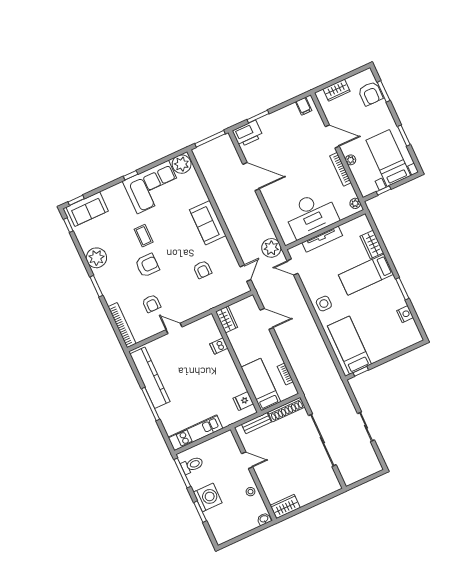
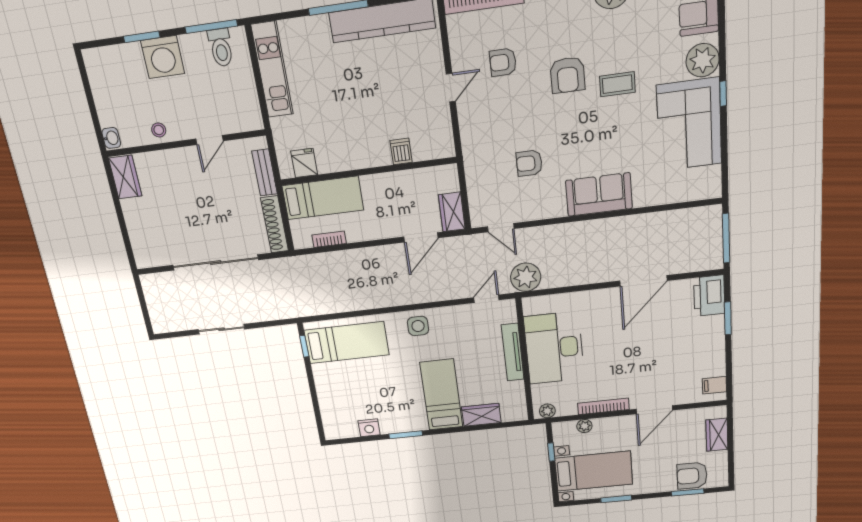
plant: (351, 160) -> (584, 426), moved
plant: (182, 164) -> (703, 60), moved
wardrobe: (227, 319) -> (452, 212), moved, turned 90

